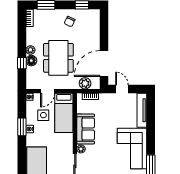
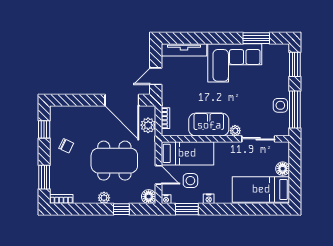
floor lamp: (31, 61) -> (149, 197), moved
window: (22, 127) -> (187, 209), moved

